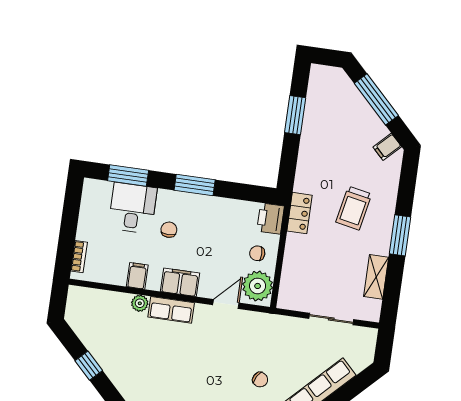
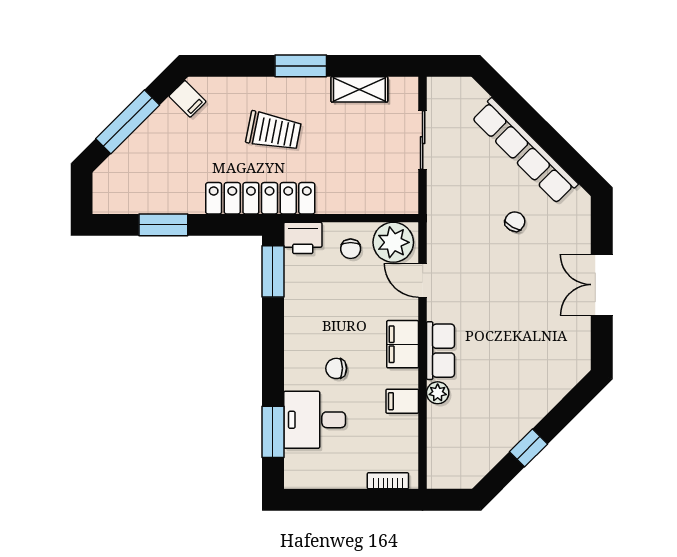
window: (195, 185) -> (273, 271), moved
locker: (300, 213) -> (260, 198), width x2.16, depth x1.21

